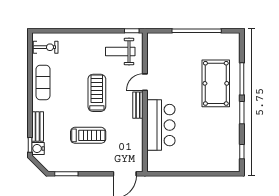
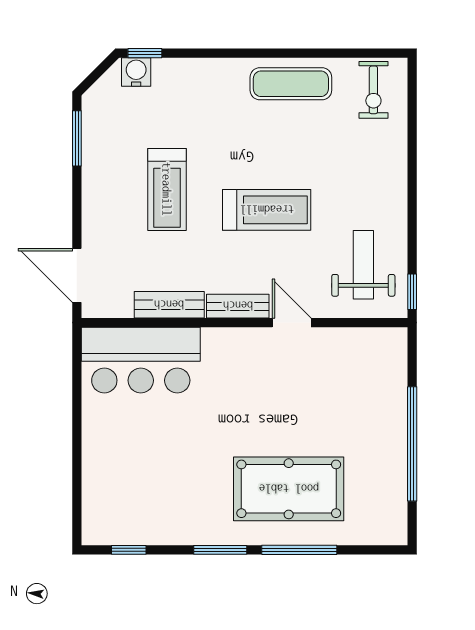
bar counter: (161, 125) -> (141, 360), moved
bench: (38, 126) -> (169, 305), moved

